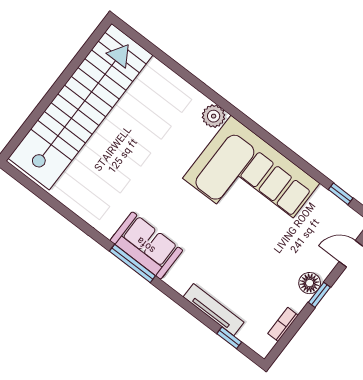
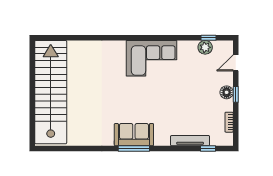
plant: (214, 116) -> (205, 47), moved
corner sofa: (251, 181) -> (152, 58), width x0.73, depth x0.74

